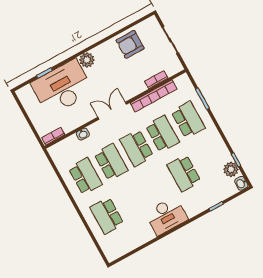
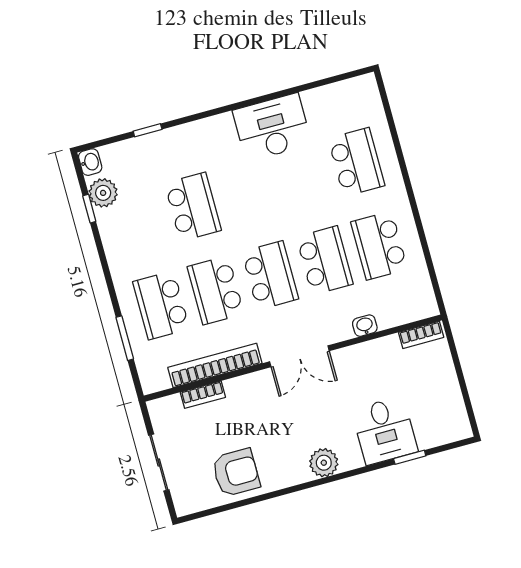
desk: (62, 88) -> (385, 431), width x0.53, depth x0.77
school desk: (111, 162) -> (325, 260), turned 180
desk: (166, 216) -> (272, 127), moved

